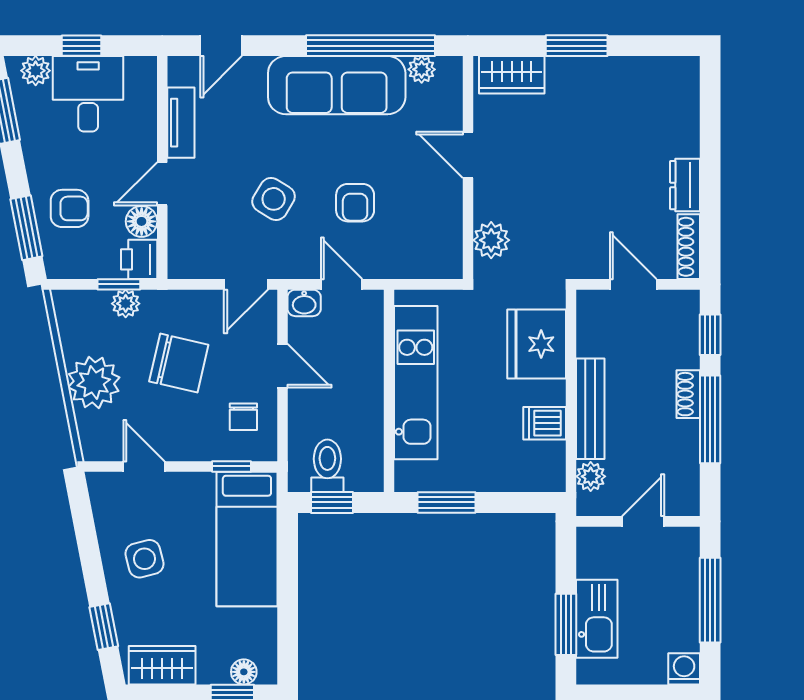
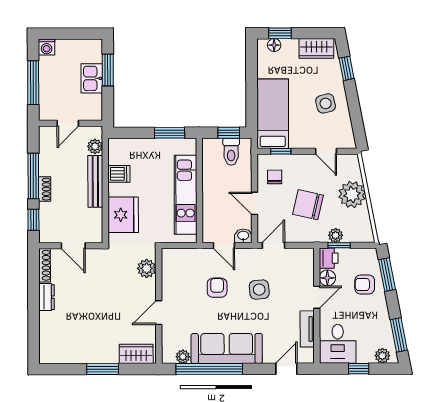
desk: (88, 94) -> (338, 344), moved
door: (468, 155) -> (159, 313), swing flipped
side table: (274, 199) -> (259, 290), turned -36
kitchen sink: (597, 619) -> (92, 78), width x0.73

